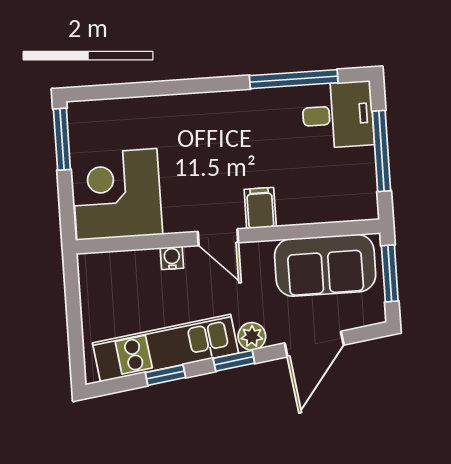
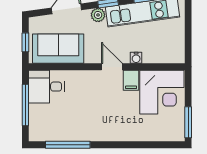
desk: (338, 115) -> (46, 87), moved
filing cabinet: (260, 208) -> (131, 80), moved
window: (390, 273) -> (25, 42), width x0.67

